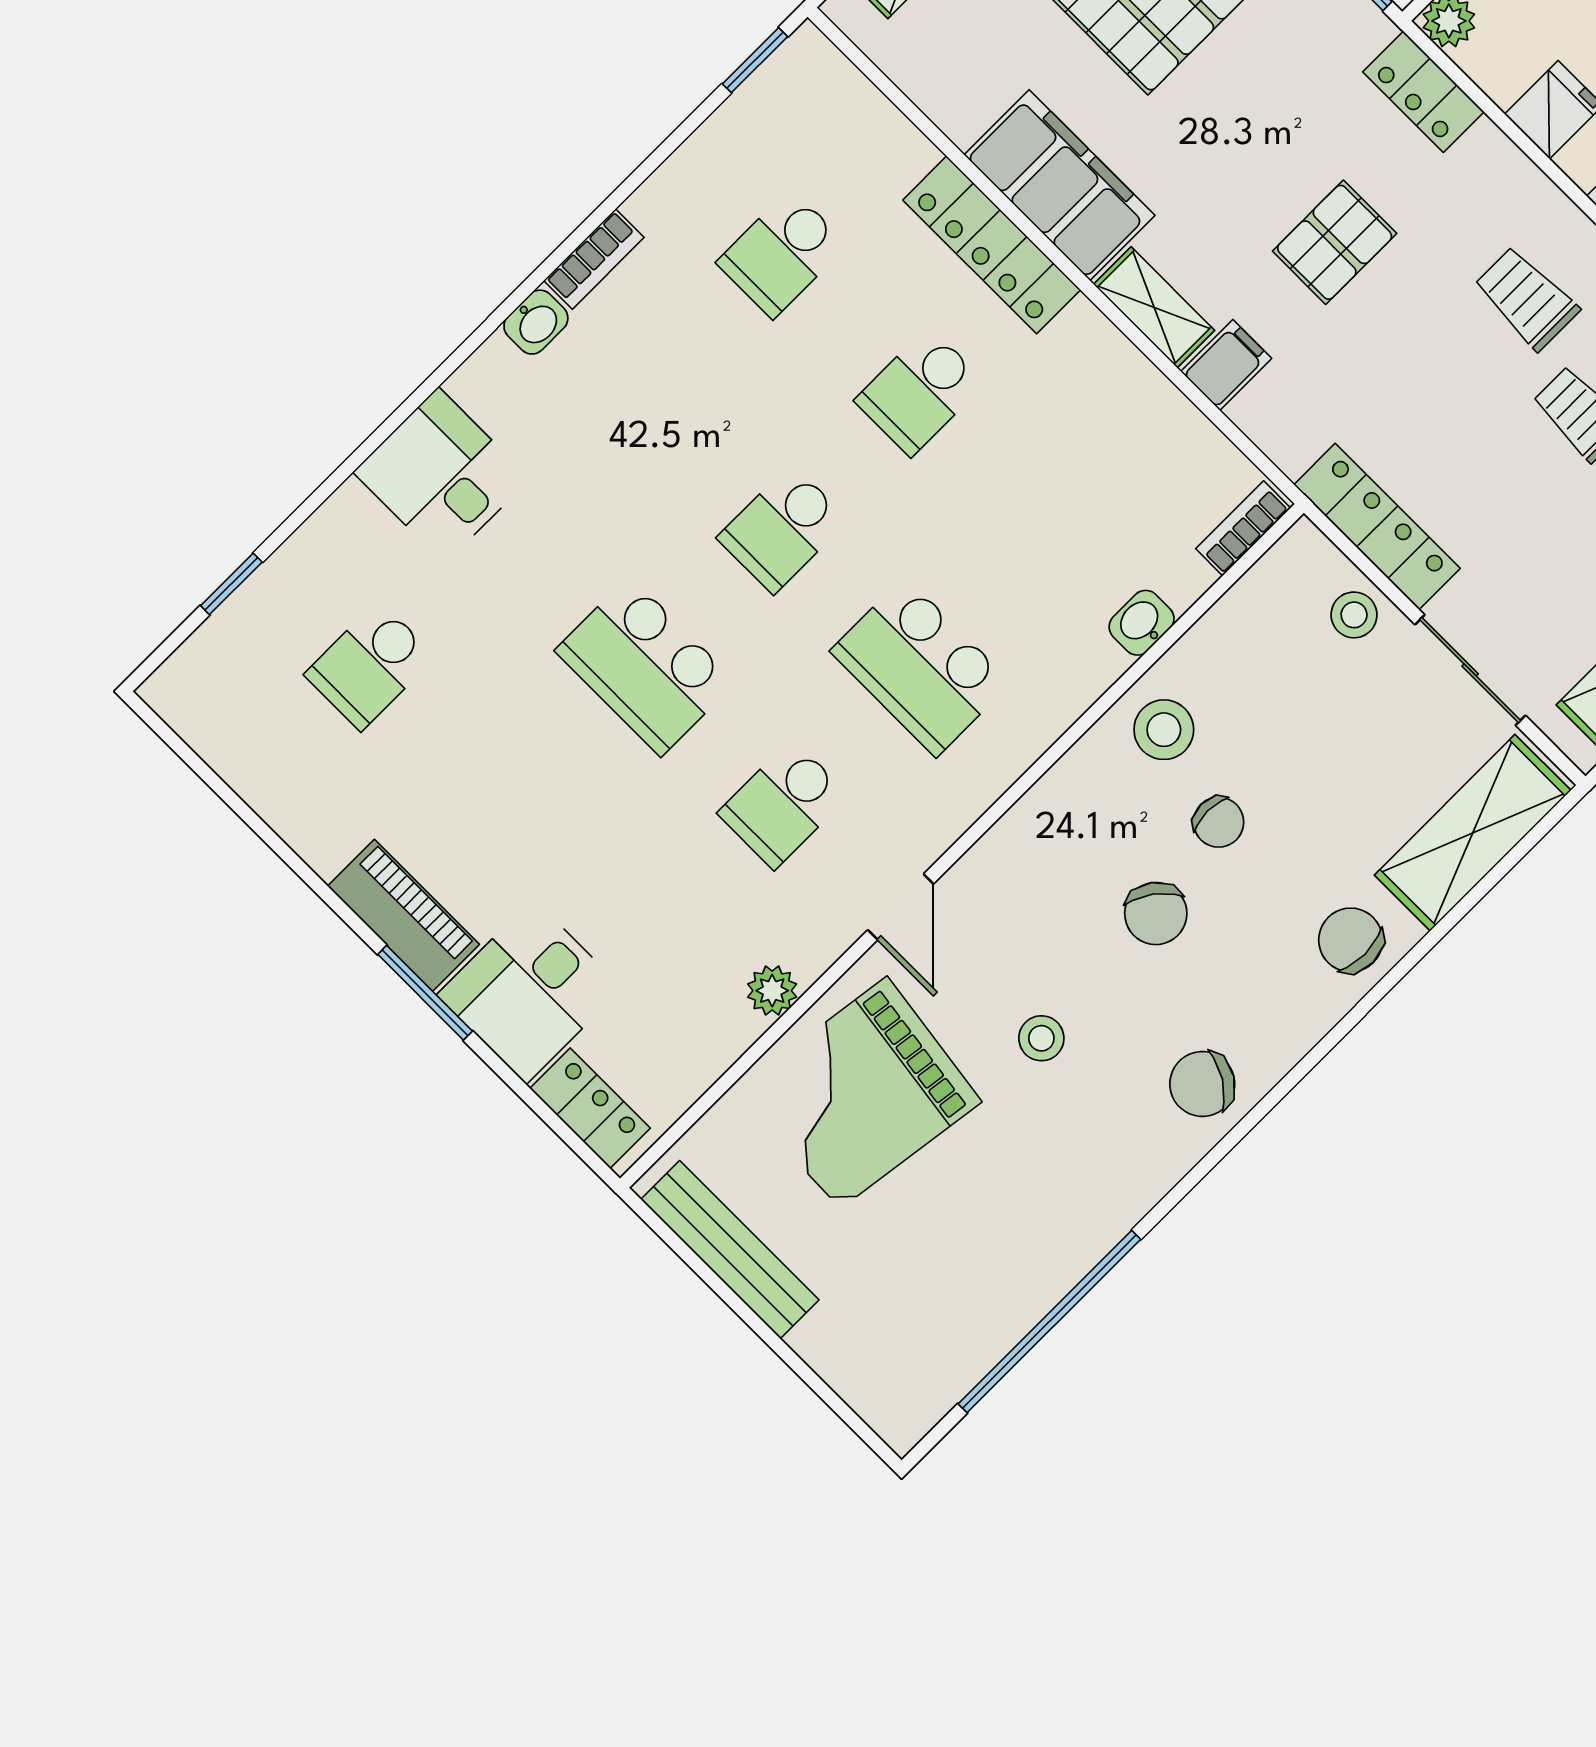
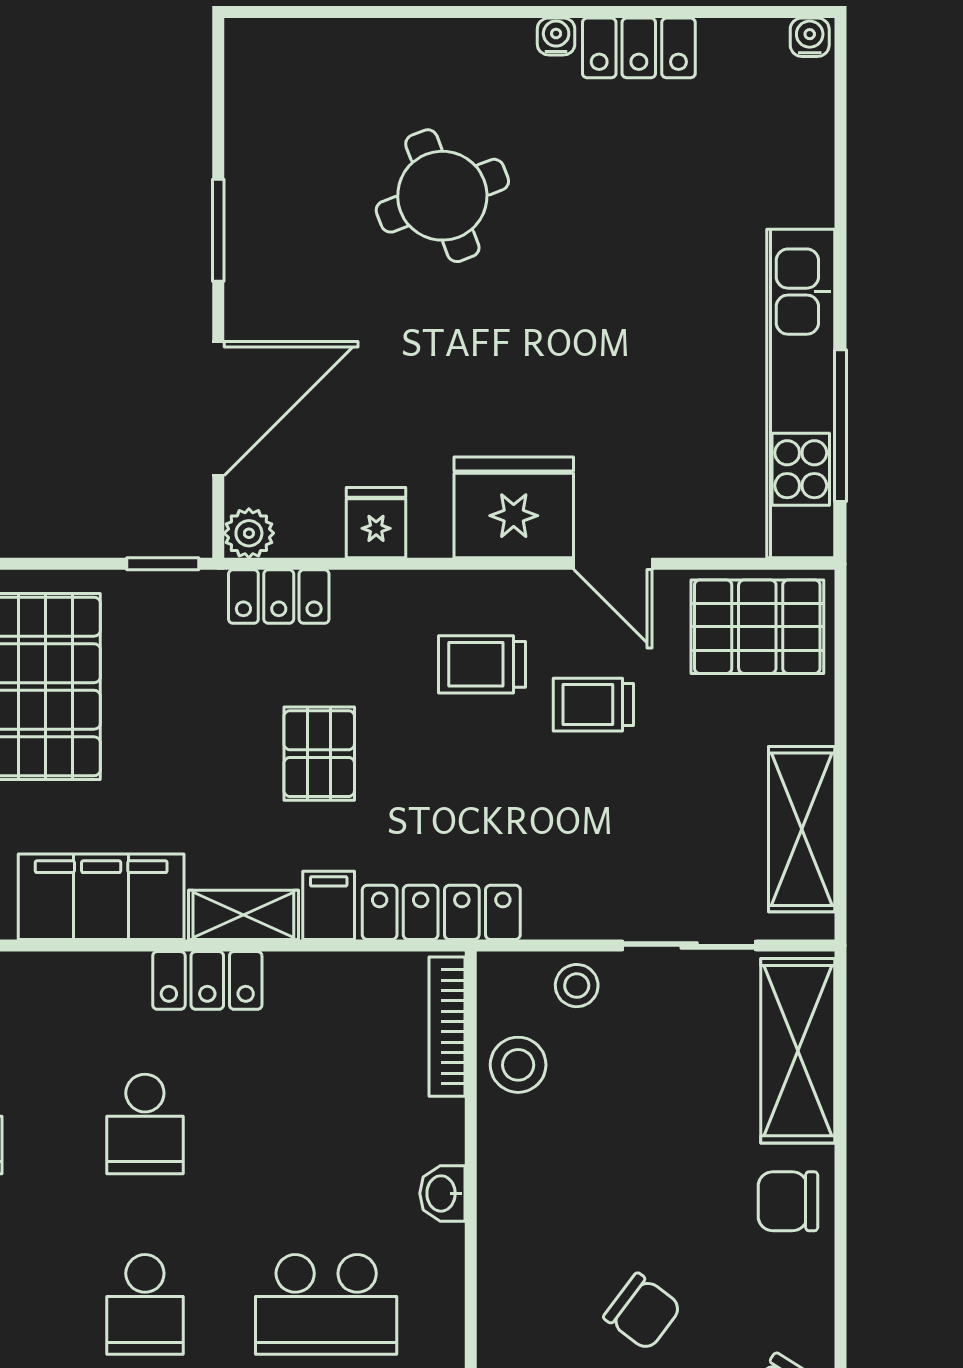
locker: (992, 245) -> (207, 980), moved, width x0.66
locker: (1377, 527) -> (441, 912), moved
bookcase: (1243, 528) -> (447, 1027), width x1.56
washbasin: (1142, 623) -> (442, 1193), moved
stool: (1164, 730) -> (518, 1065), moved
chair: (1219, 822) -> (624, 1211), removed

